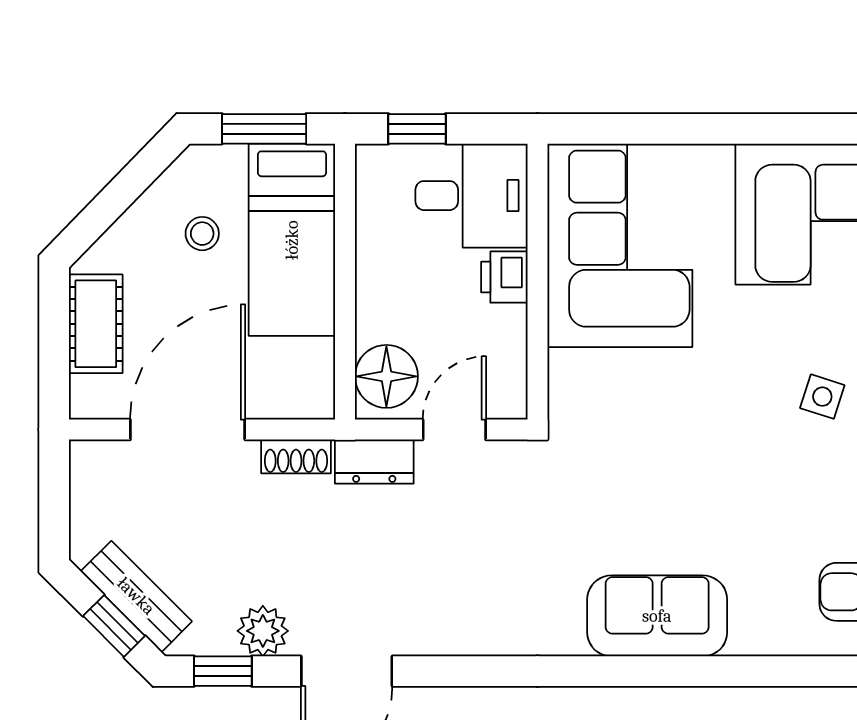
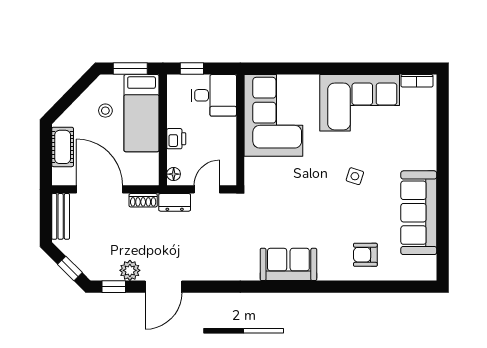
printer: (504, 277) -> (176, 139), moved, turned 180
floor lamp: (386, 376) -> (174, 174), width x0.53, depth x0.53
door: (188, 430) -> (100, 189), hinge flipped
bench: (136, 596) -> (61, 216), moved, turned 45

